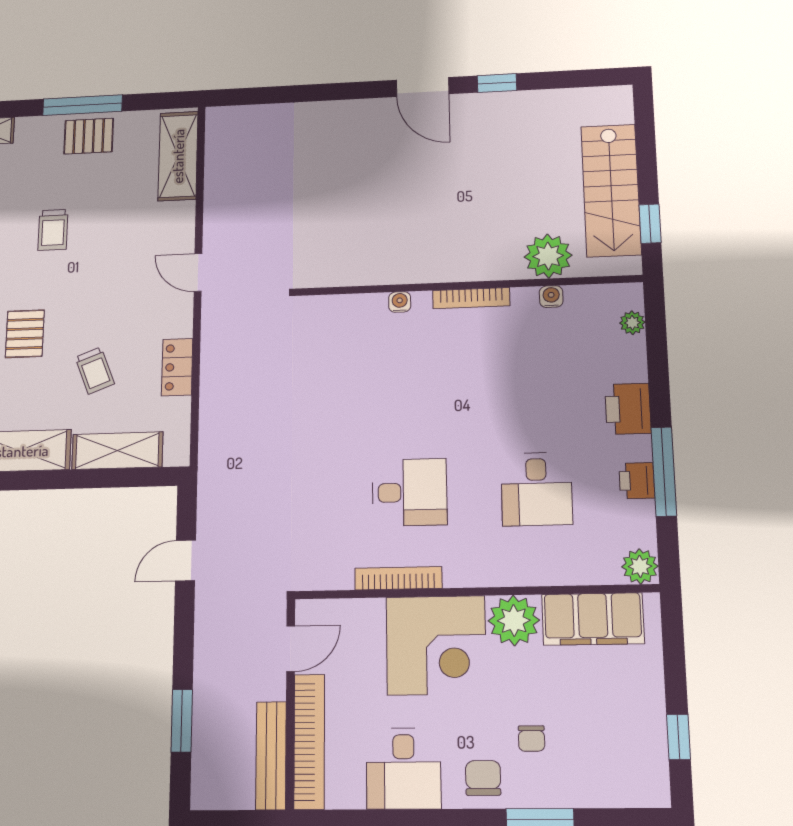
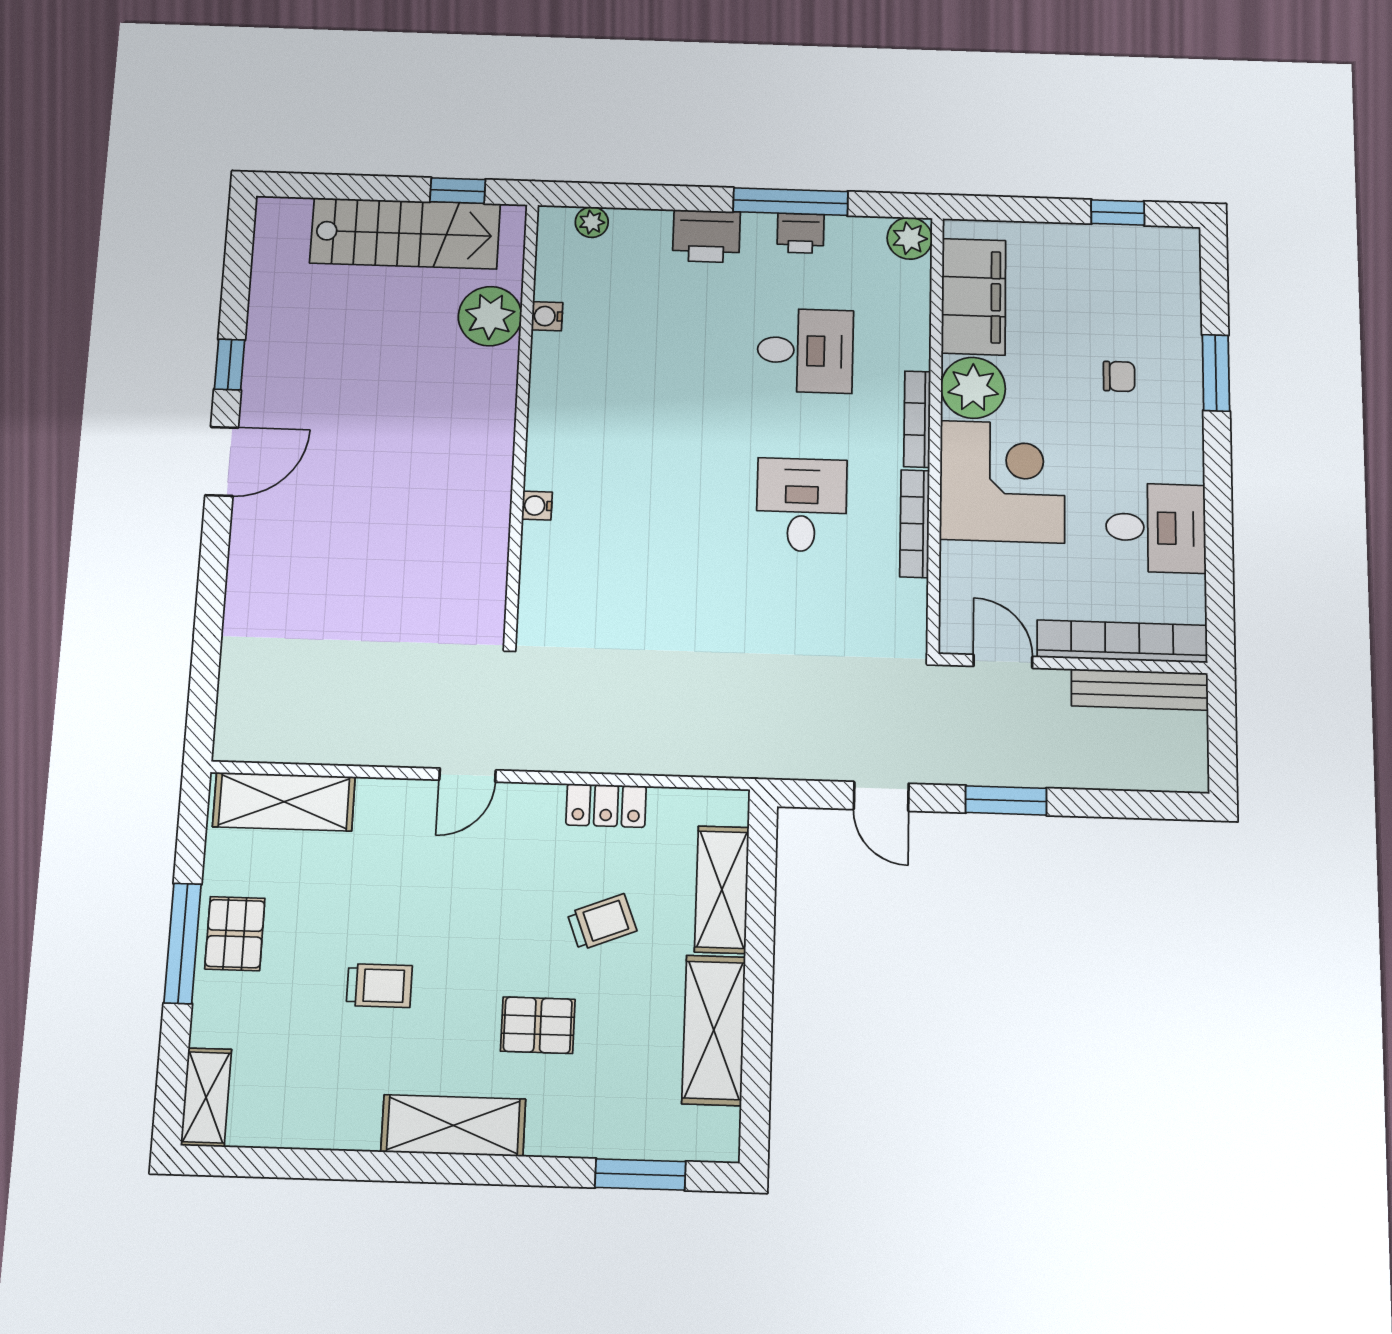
bookcase: (471, 298) -> (917, 419), moved, turned 180
window: (182, 721) -> (1006, 800), moved
chair: (483, 778) -> (1167, 435), removed

